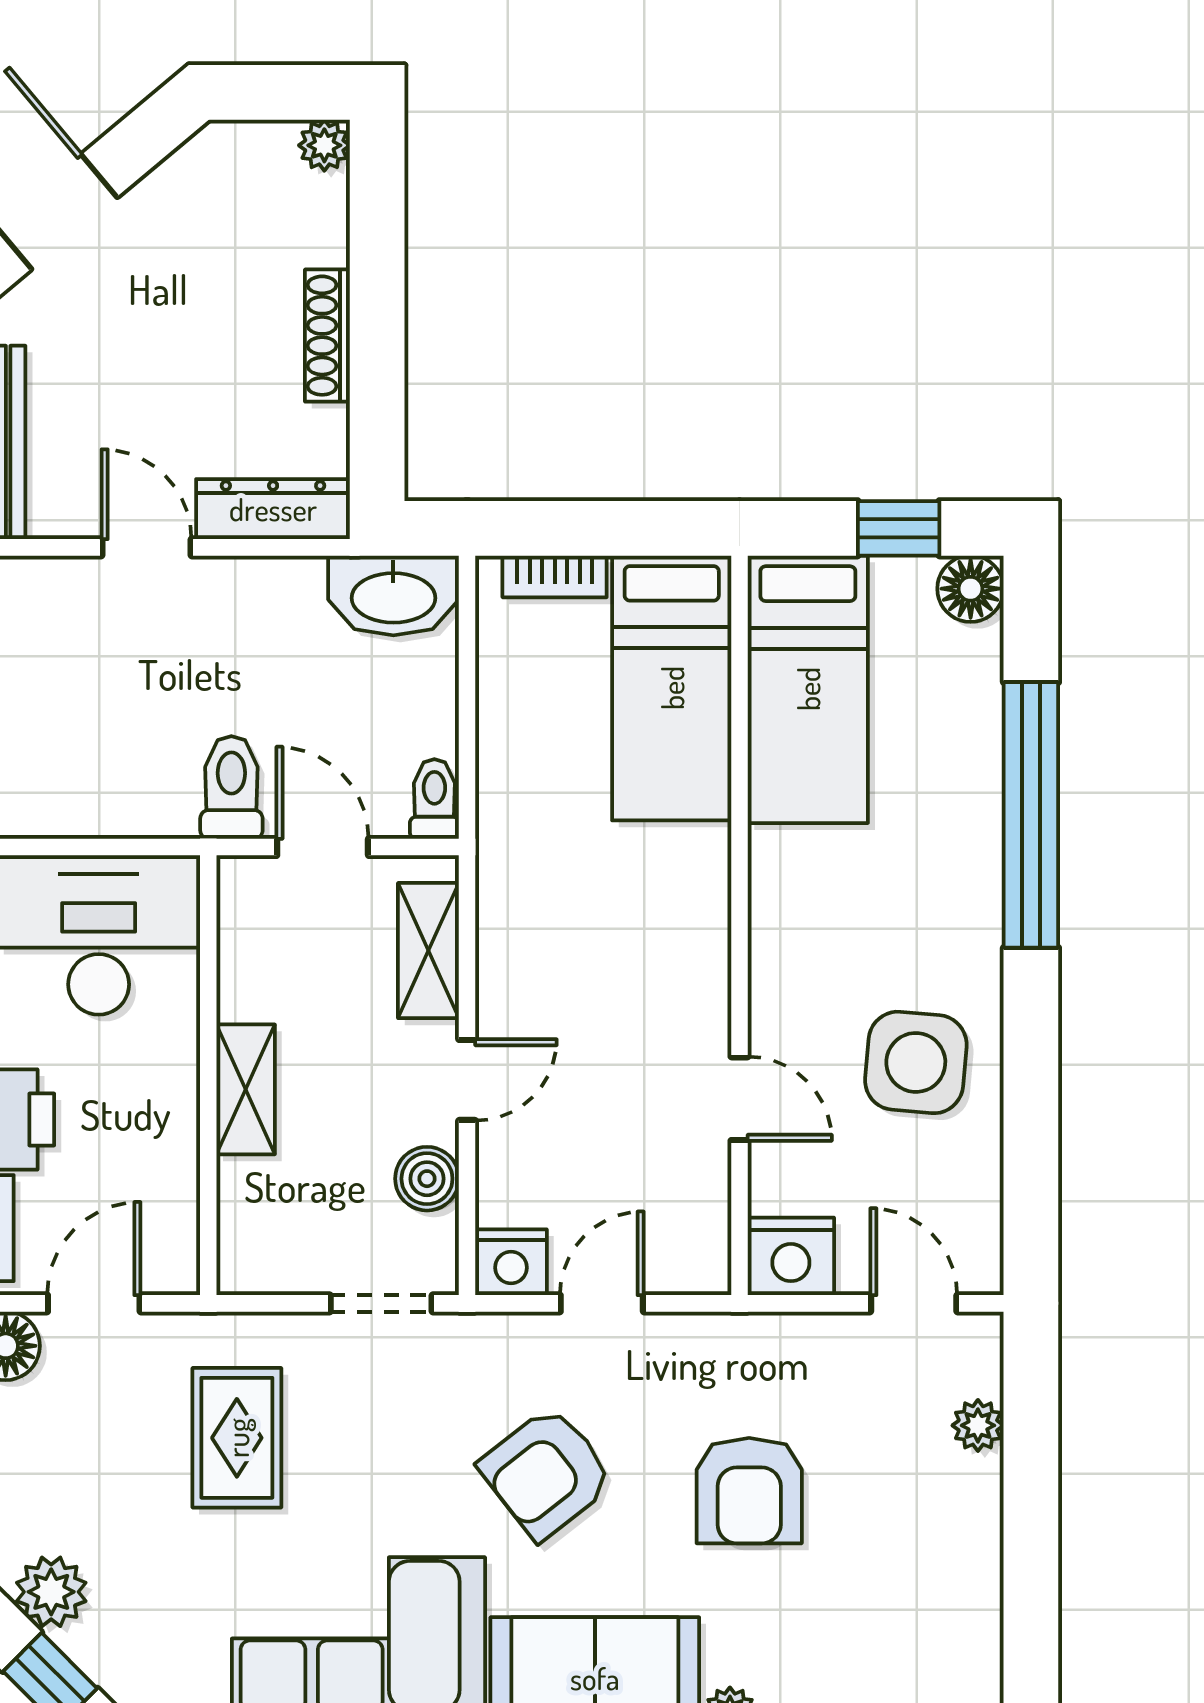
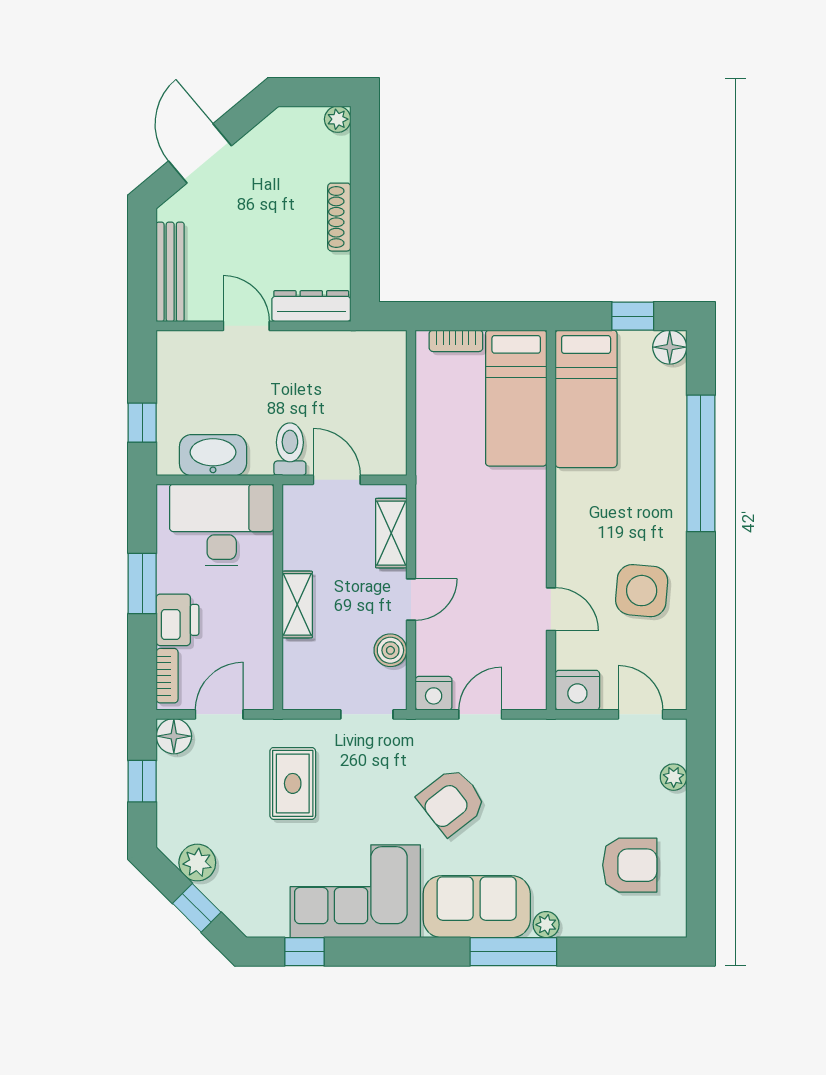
washbasin: (393, 596) -> (213, 455), moved, turned 180
toilet: (434, 799) -> (394, 455), removed
armchair: (749, 1491) -> (630, 865), moved, turned -90

